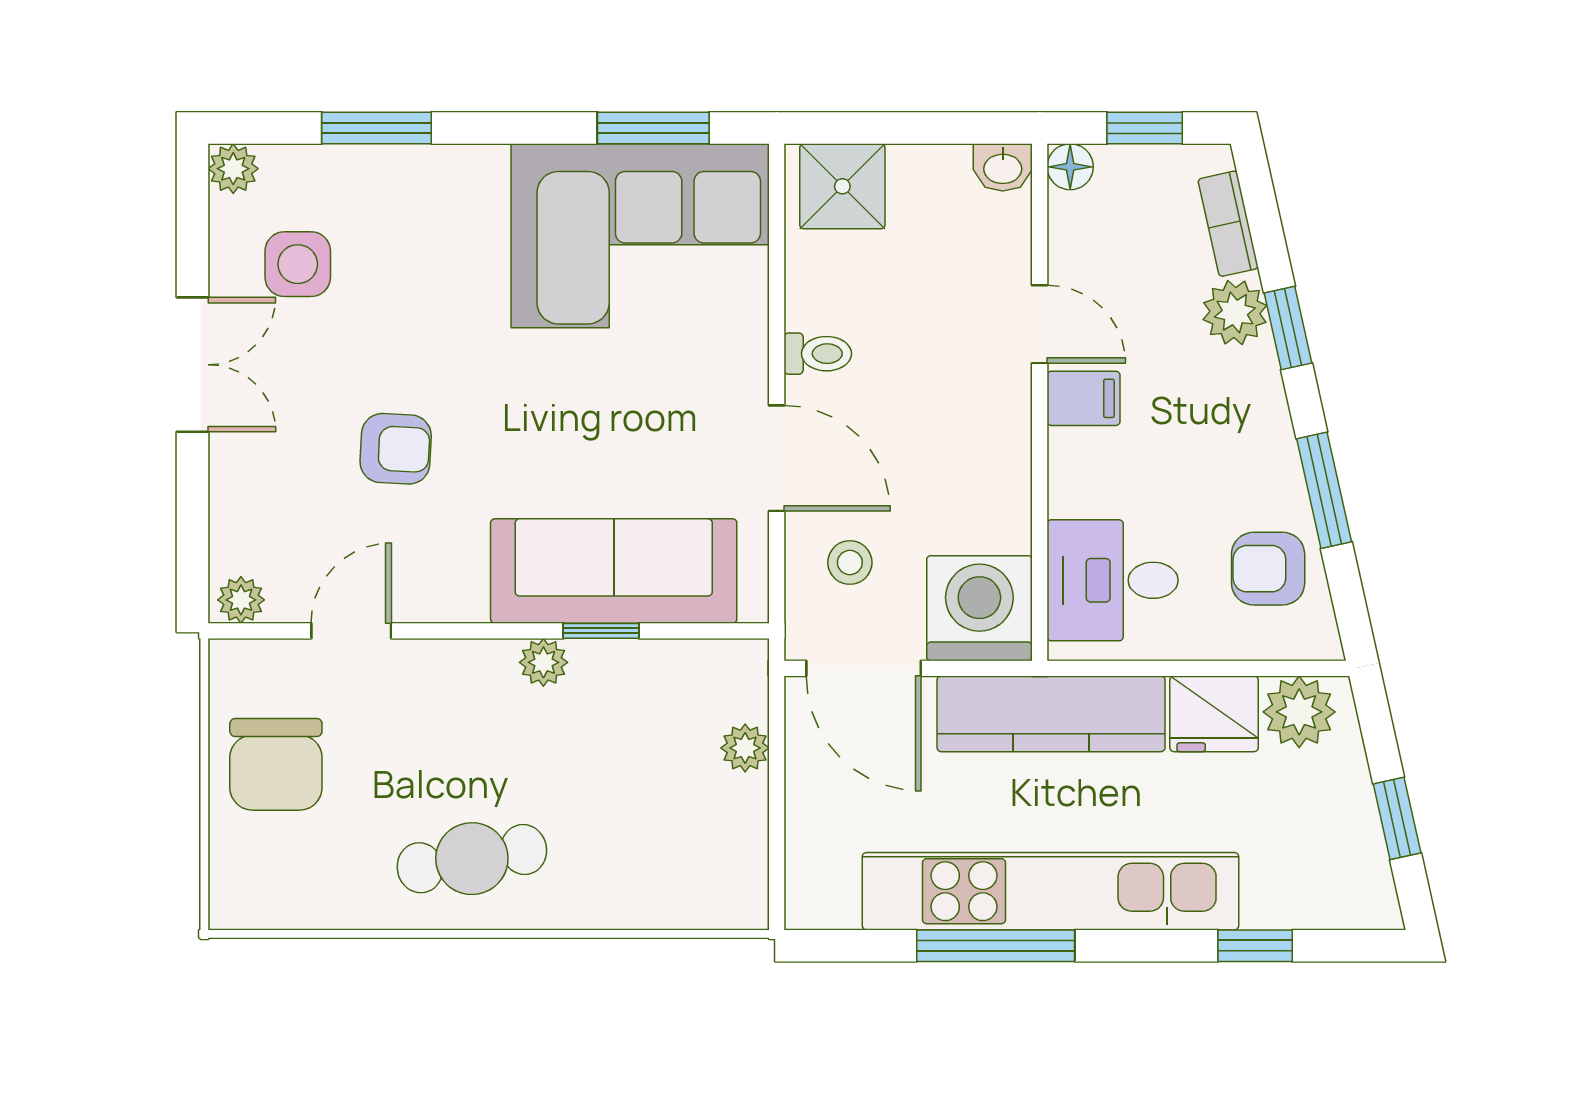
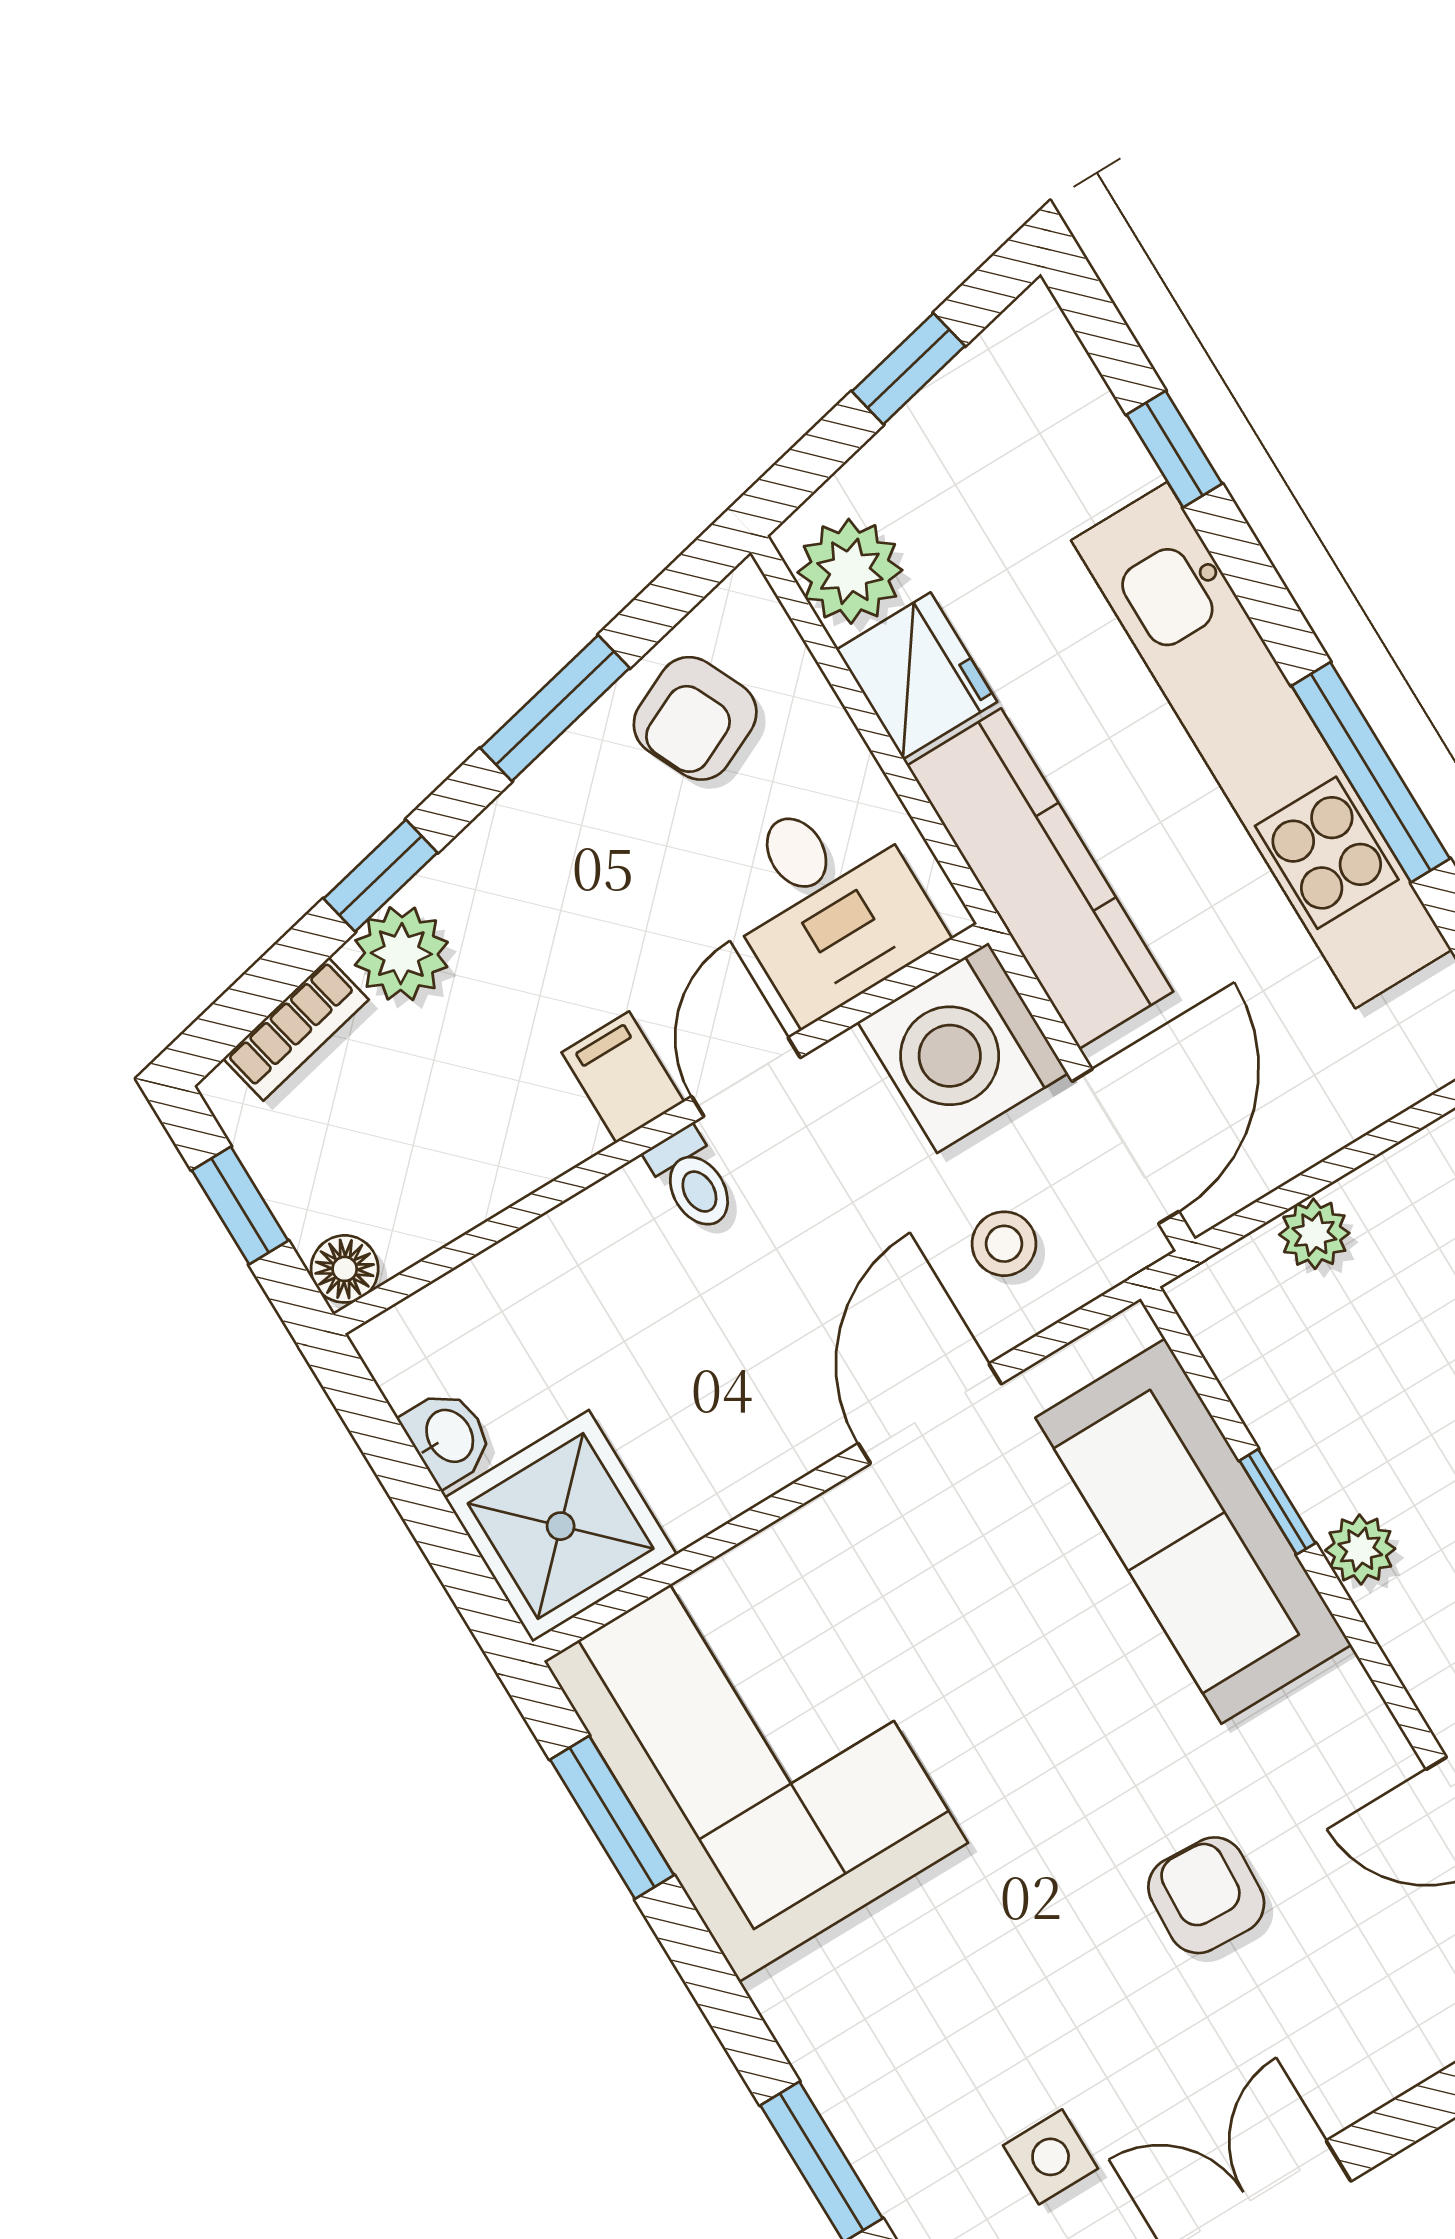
washbasin: (1003, 167) -> (448, 1437), moved
shower: (842, 186) -> (561, 1526), width x1.36, depth x1.36
side table: (298, 264) -> (1051, 2157), width x0.73, depth x0.73
door: (1040, 324) -> (746, 1077), moved
toilet: (818, 354) -> (692, 1180), moved, turned 180
armchair: (1268, 569) -> (695, 718), turned 65

